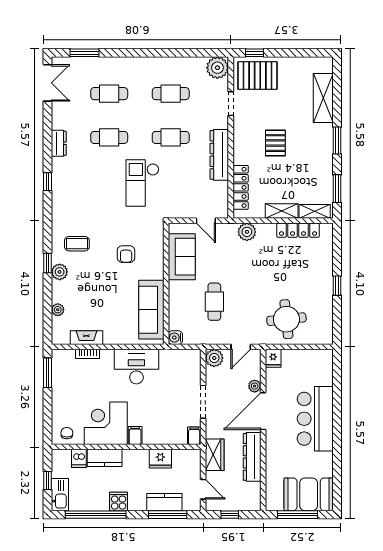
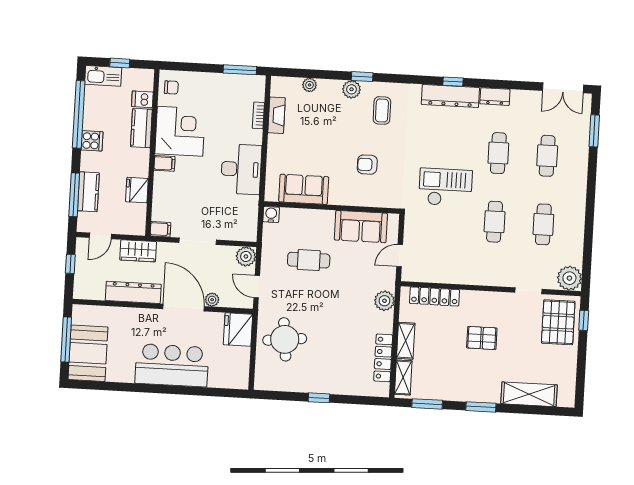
dresser: (219, 155) -> (450, 96), moved, turned 180
sofa: (151, 310) -> (304, 189), width x0.73
fridge: (273, 358) -> (238, 329), width x1.88, depth x1.34

